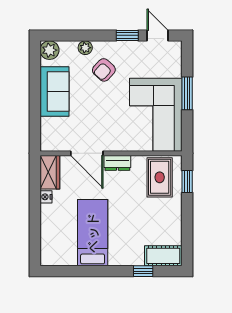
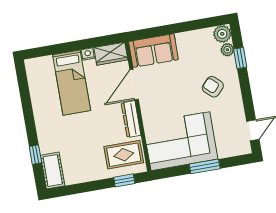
window: (127, 35) -> (240, 58), moved
plant: (85, 48) -> (227, 50), moved
sofa: (54, 91) -> (153, 51), moved
dresser: (117, 163) -> (131, 119), width x1.44
bed: (93, 233) -> (72, 83), moved, turned 90

